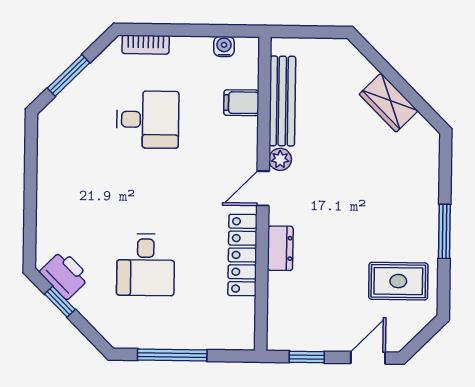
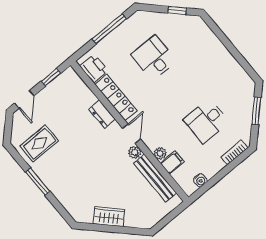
plant: (247, 129) -> (160, 153), added
printer: (65, 275) -> (94, 68), moved, turned -135

